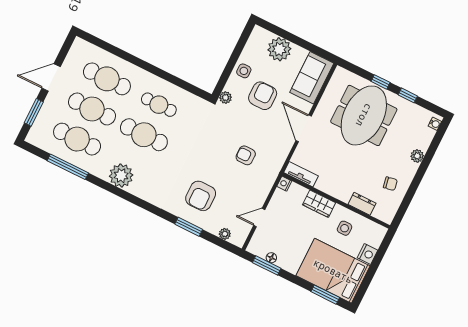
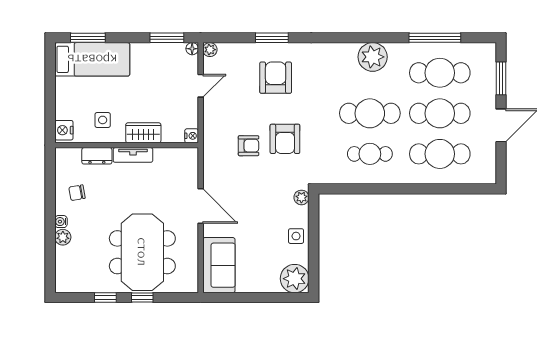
plant: (279, 49) -> (295, 279), moved
armchair: (263, 96) -> (285, 139), moved
water cooler: (435, 124) -> (61, 222), moved
tv unit: (301, 174) -> (133, 155), moved
plant: (225, 234) -> (210, 50), moved
nightstand: (368, 254) -> (64, 130), moved
floor lamp: (271, 258) -> (192, 49), moved
bed: (333, 271) -> (92, 59), width x0.67

